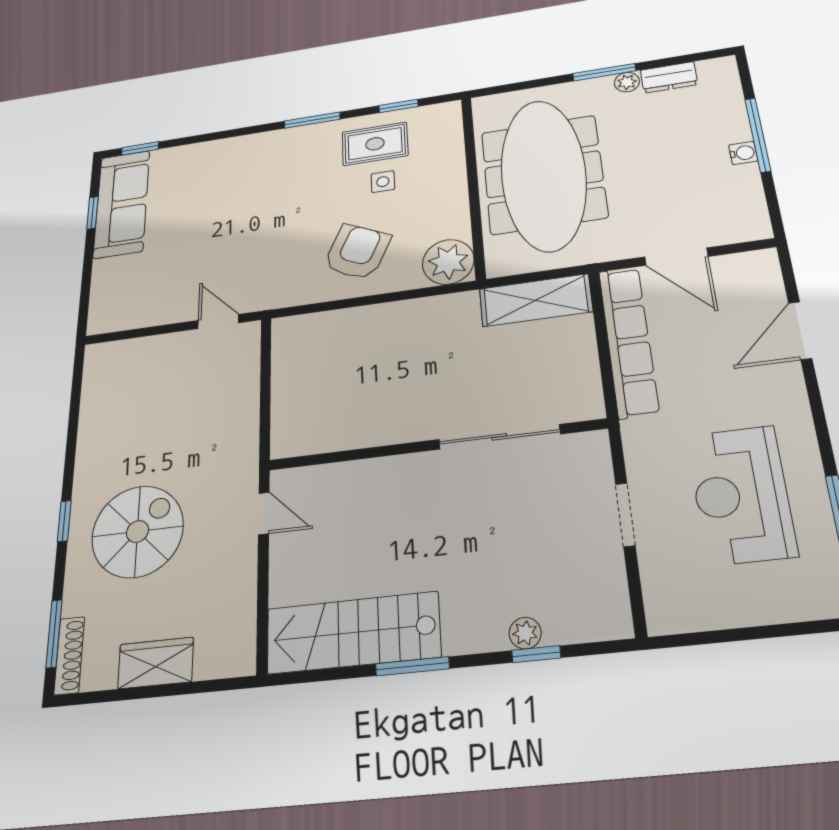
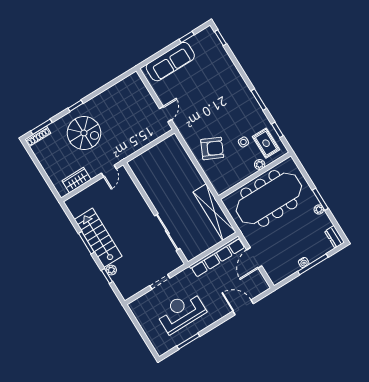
dresser: (669, 77) -> (335, 237), moved
rug: (375, 144) -> (266, 143), moved
sofa: (122, 204) -> (170, 62), moved
plant: (448, 262) -> (260, 165), moved, width x0.53, depth x0.53
shelving: (536, 300) -> (215, 212), width x1.47
stairs: (353, 633) -> (98, 238), moved
wardrobe: (156, 663) -> (77, 180), moved, turned -90

